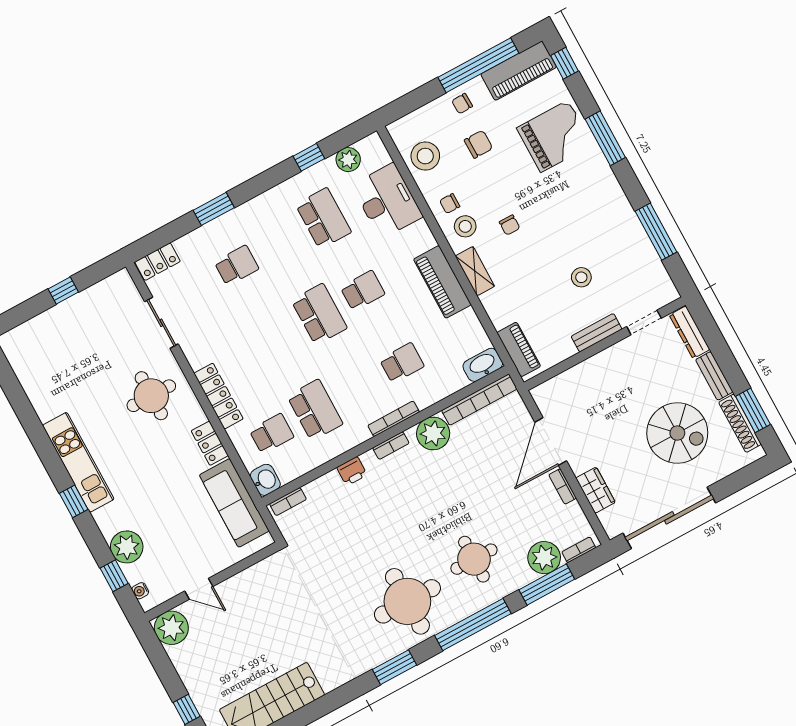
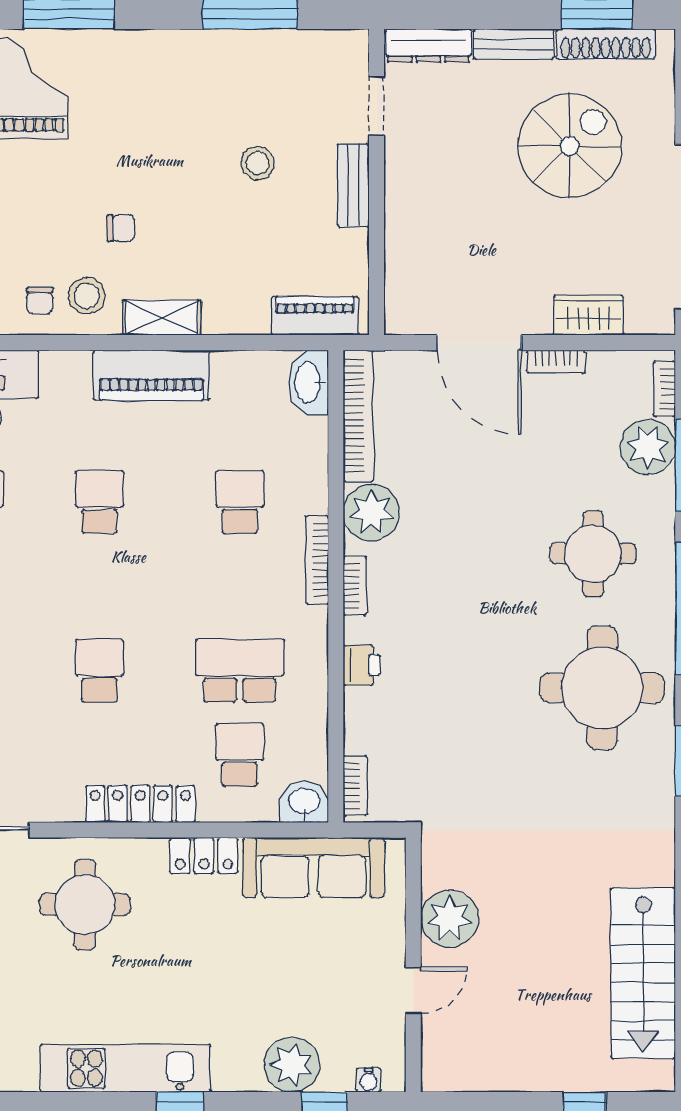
school desk: (319, 314) -> (99, 671), moved, width x0.54
plant: (171, 628) -> (449, 919), moved

